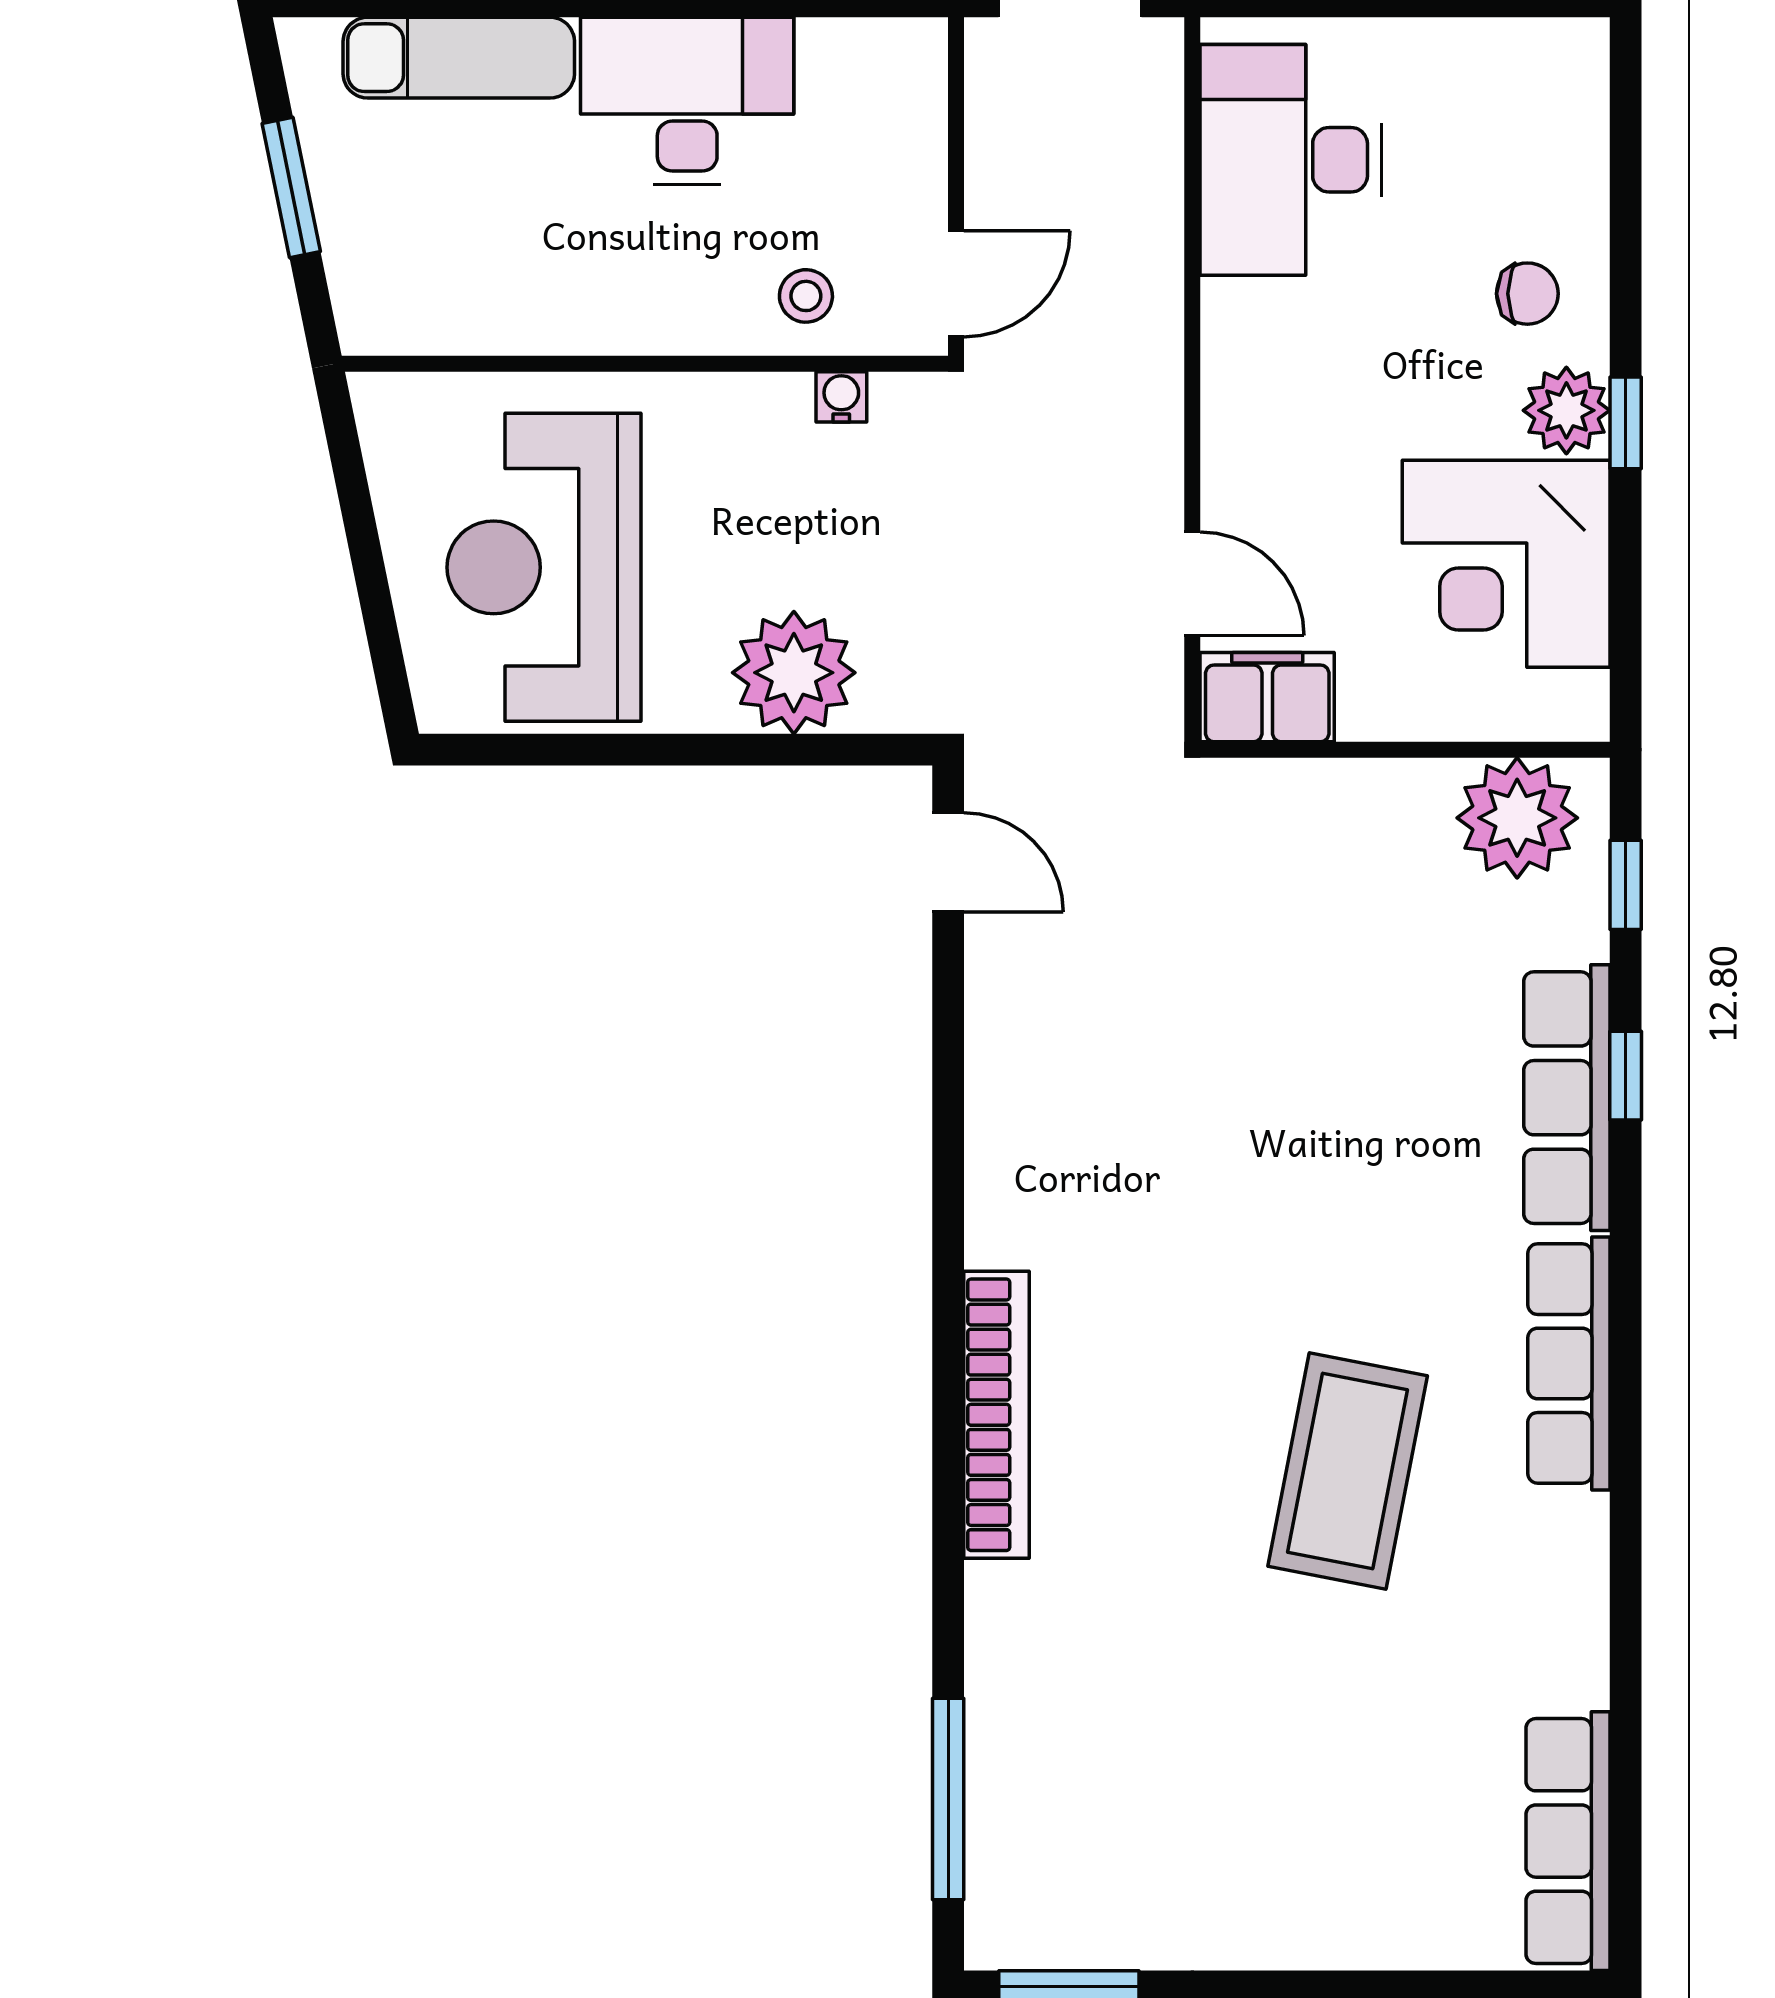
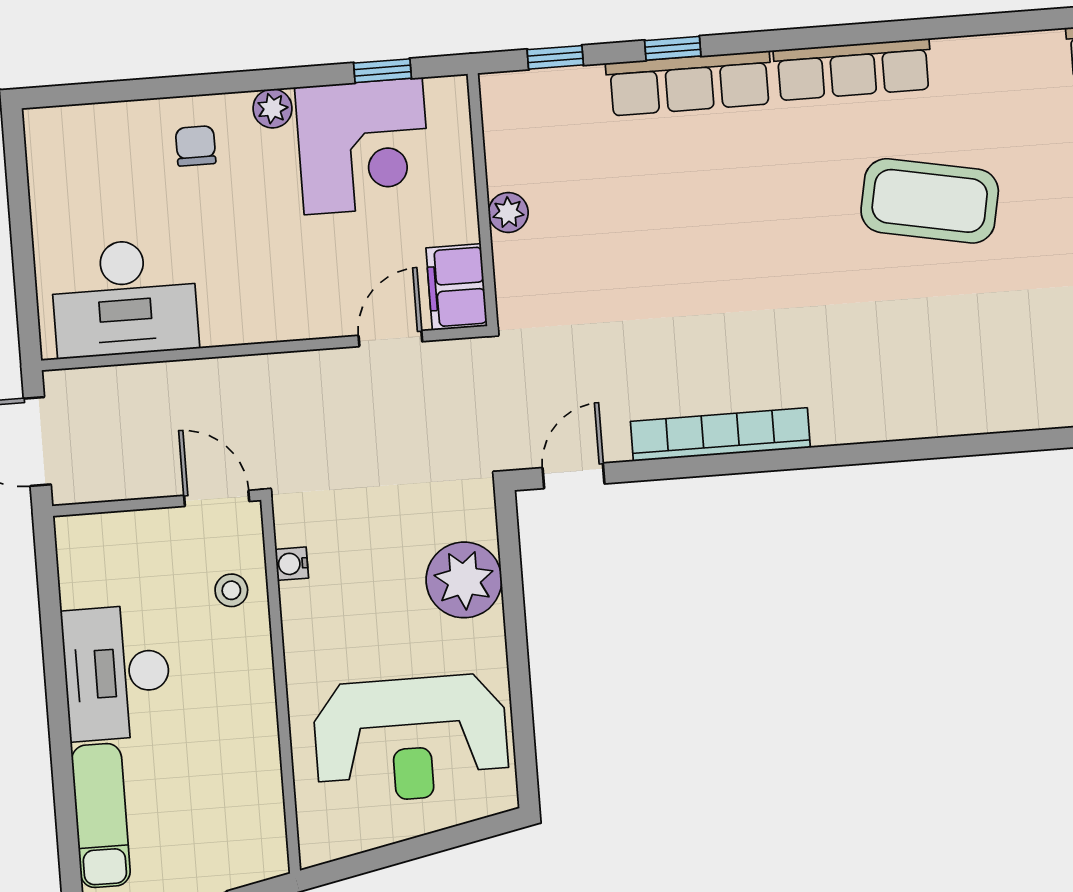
plant: (1566, 410) -> (273, 108), width x0.73, depth x0.73
window: (1626, 423) -> (382, 71), moved
plant: (1517, 818) -> (508, 212), moved, width x0.53, depth x0.53
bookcase: (997, 1415) -> (720, 435), moved

